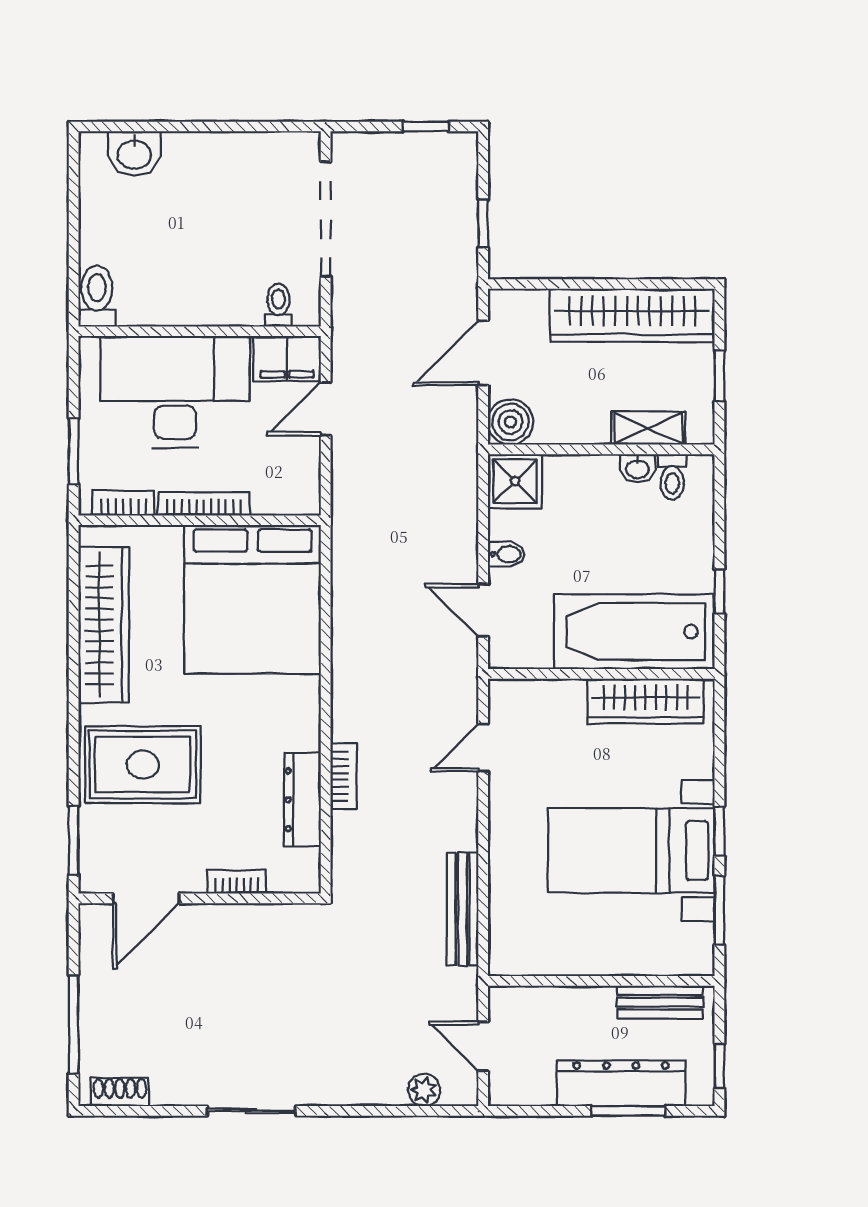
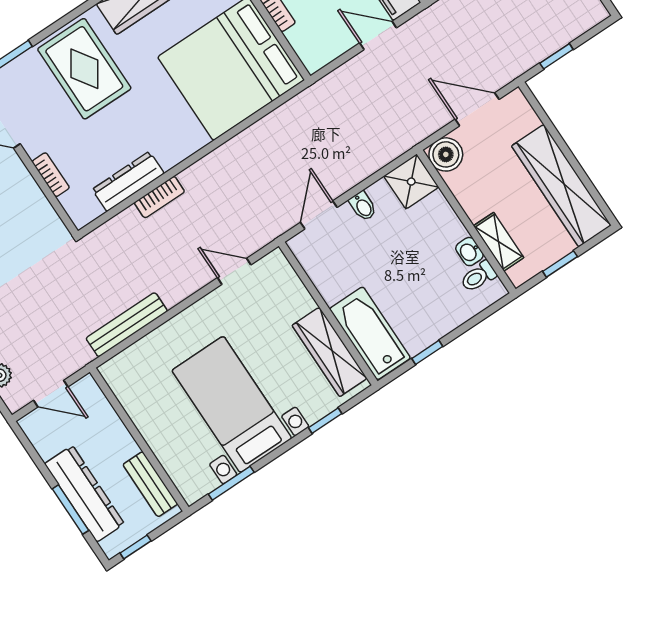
bathtub: (634, 632) -> (370, 333), width x0.73, depth x0.73
window: (719, 831) -> (325, 421), moved
door: (483, 1046) -> (51, 394), swing flipped

